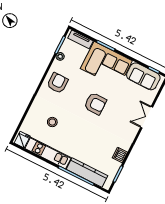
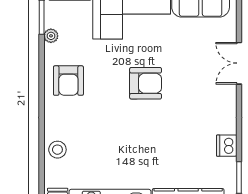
armchair: (58, 83) -> (68, 81), turned 180
stool: (52, 122) -> (57, 150), moved

